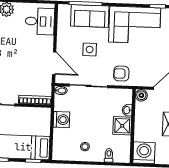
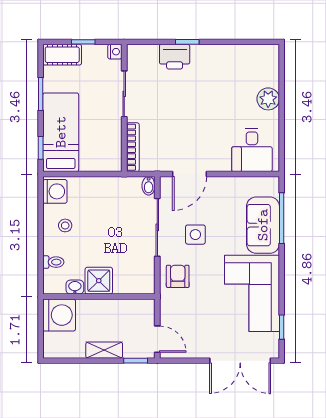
side table: (90, 49) -> (195, 235), moved
boiler: (141, 95) -> (146, 308), removed
washbasin: (127, 110) -> (75, 287), moved
washing machine: (61, 120) -> (55, 191), moved, turned -90

